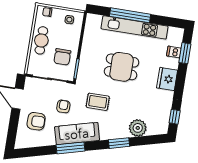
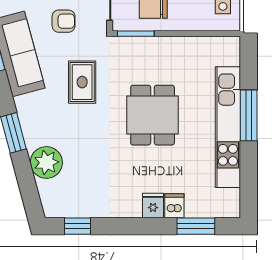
window: (130, 15) -> (249, 115), width x0.68
dishwasher: (174, 52) -> (174, 206), moved
fridge: (167, 79) -> (153, 206), width x0.53, depth x0.75

